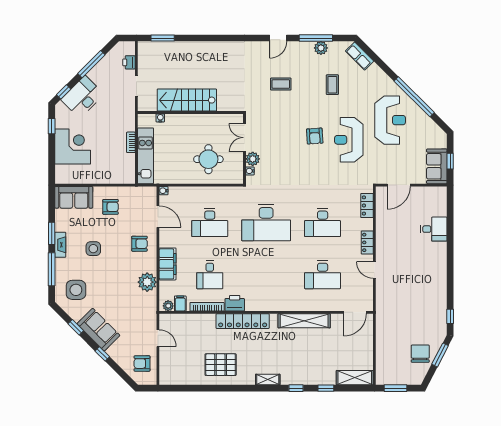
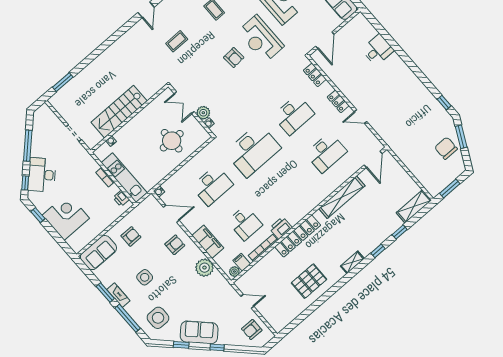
printer: (129, 62) -> (121, 198), moved

